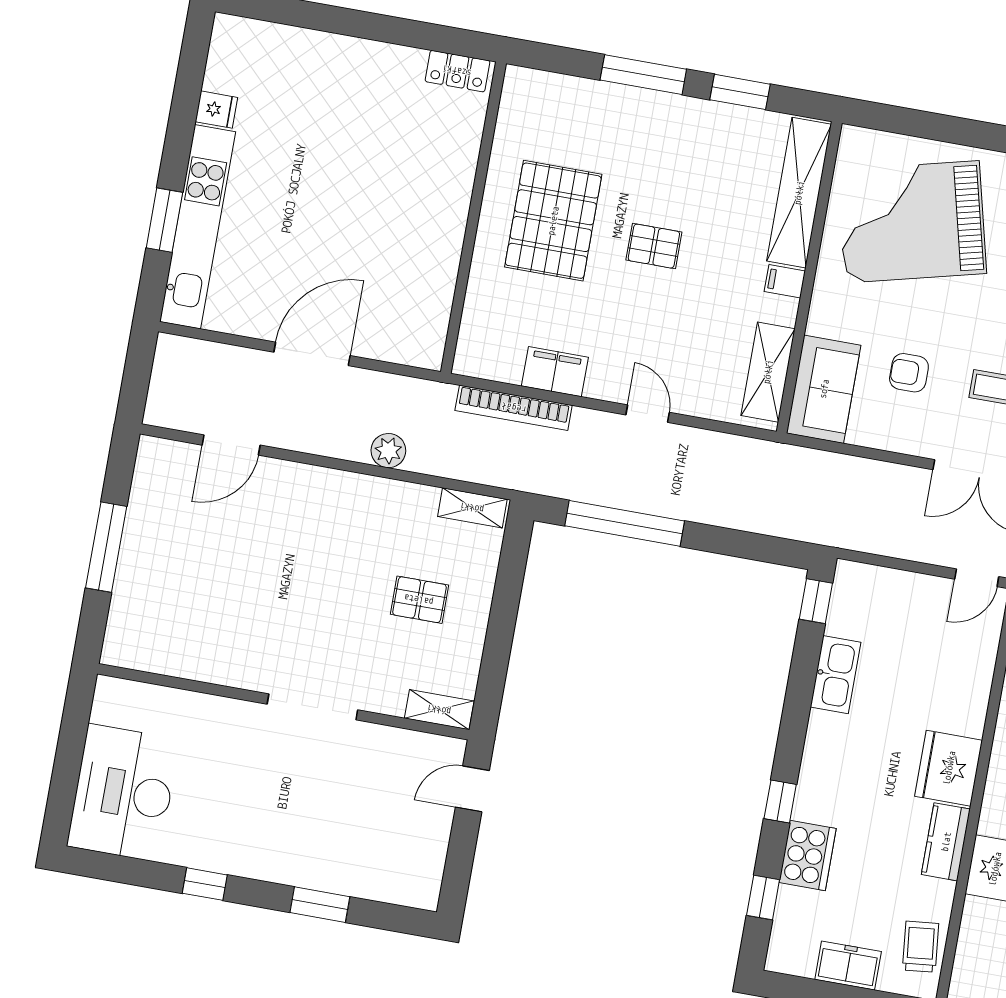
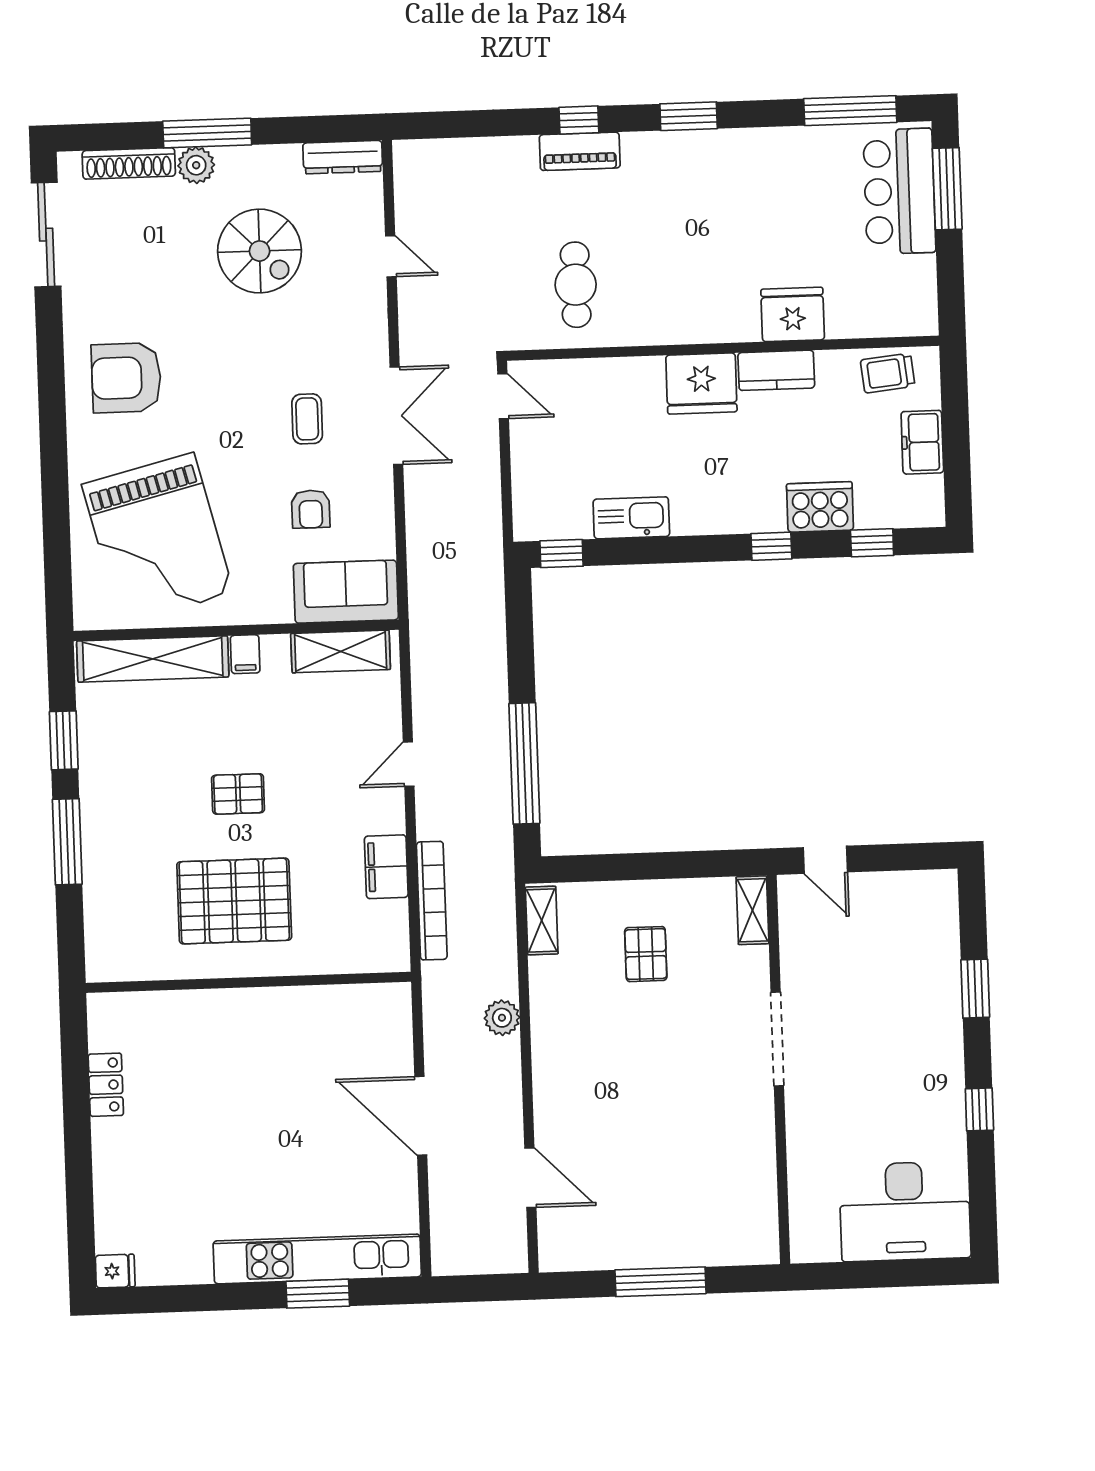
locker: (457, 71) -> (106, 1085), moved
fridge: (216, 110) -> (115, 1271), moved, turned 90
pallet: (654, 246) -> (238, 794), turned 90

